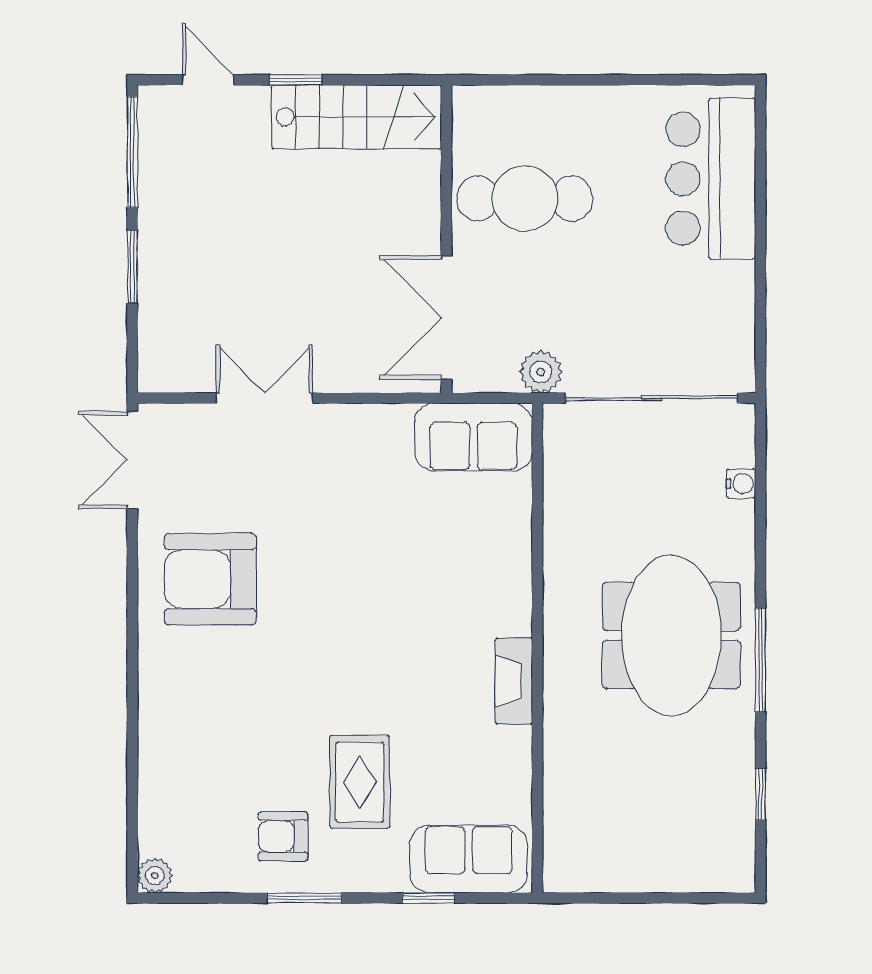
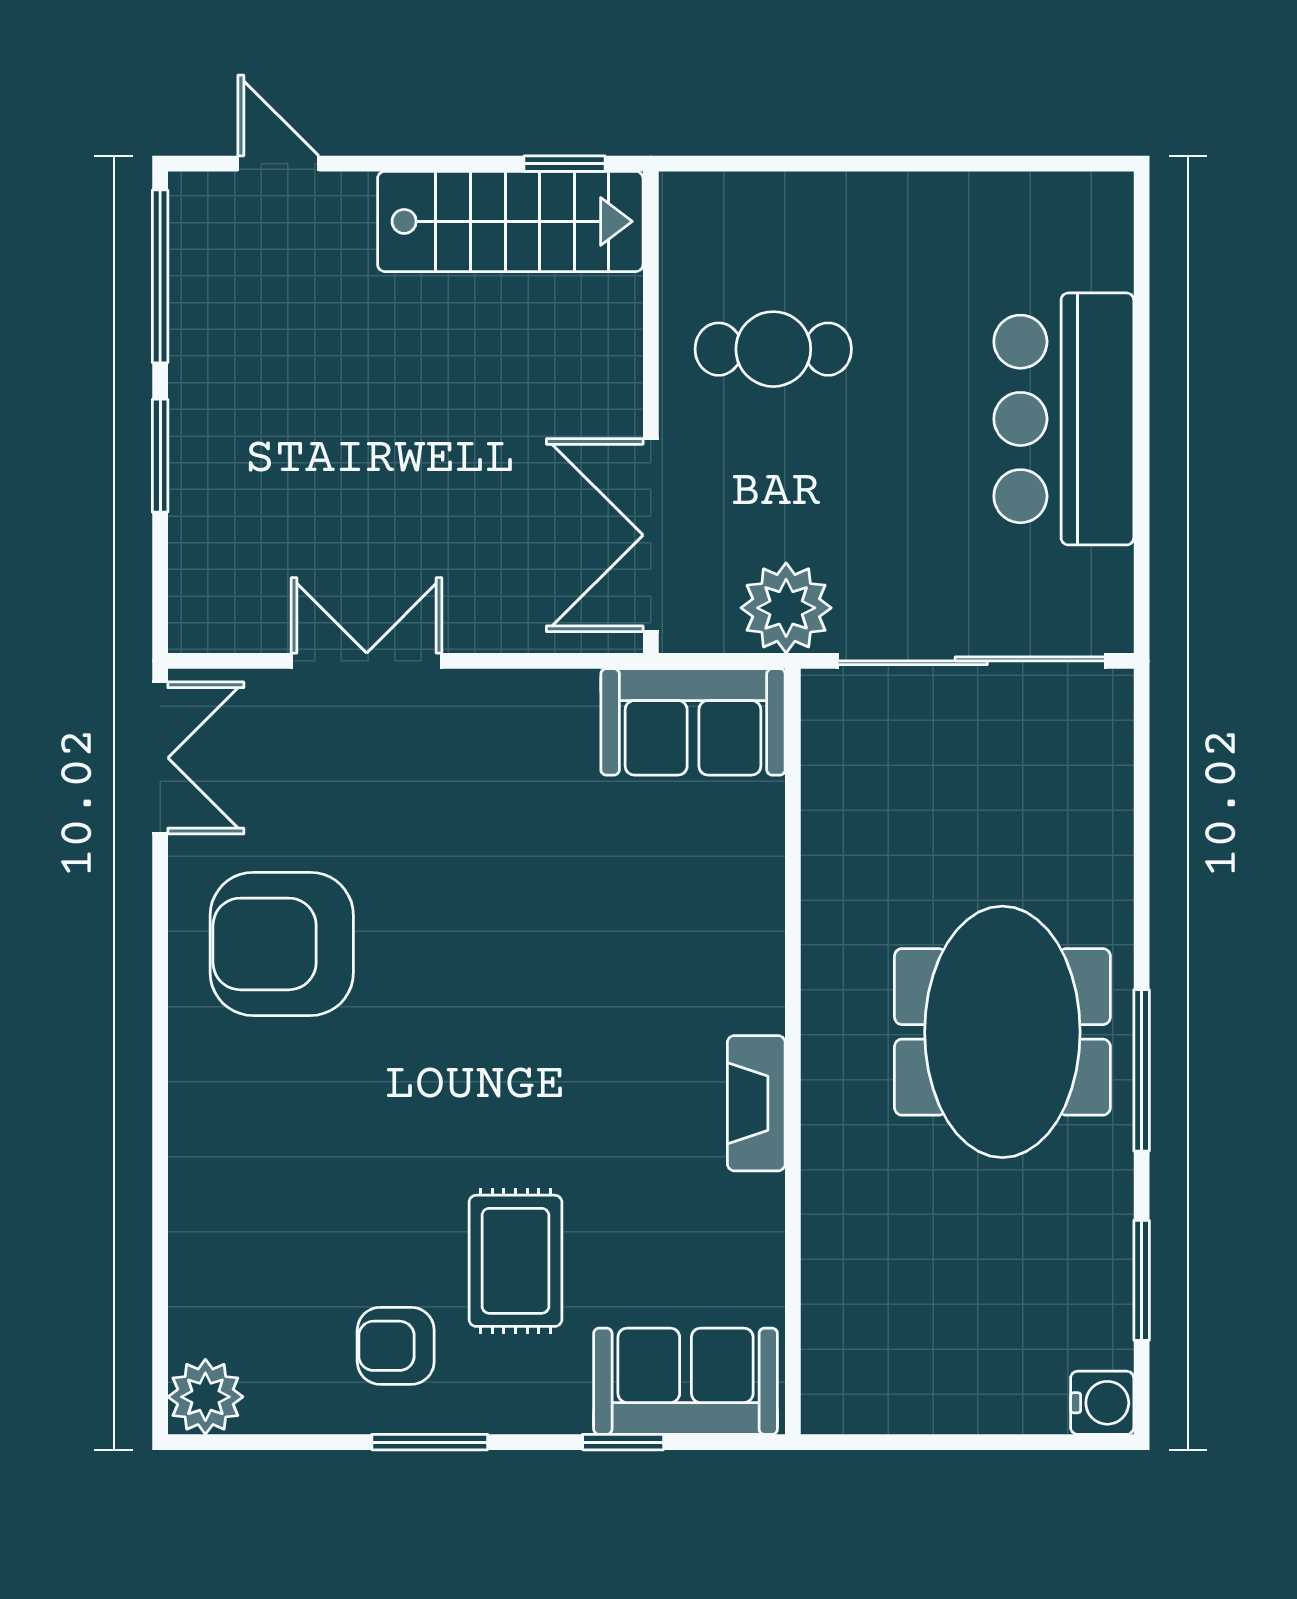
window: (296, 80) -> (565, 164), moved
bar counter: (711, 179) -> (1064, 419), moved
cafe table: (525, 199) -> (773, 349), width x0.73, depth x0.74
plant: (541, 372) -> (786, 608), width x1.36, depth x1.36
double door: (132, 460) -> (160, 758), swing flipped
water cooler: (741, 484) -> (1102, 1403), moved, width x1.38, depth x1.38
window: (760, 794) -> (1142, 1280), width x1.50
plant: (155, 876) -> (205, 1397), width x1.38, depth x1.38

